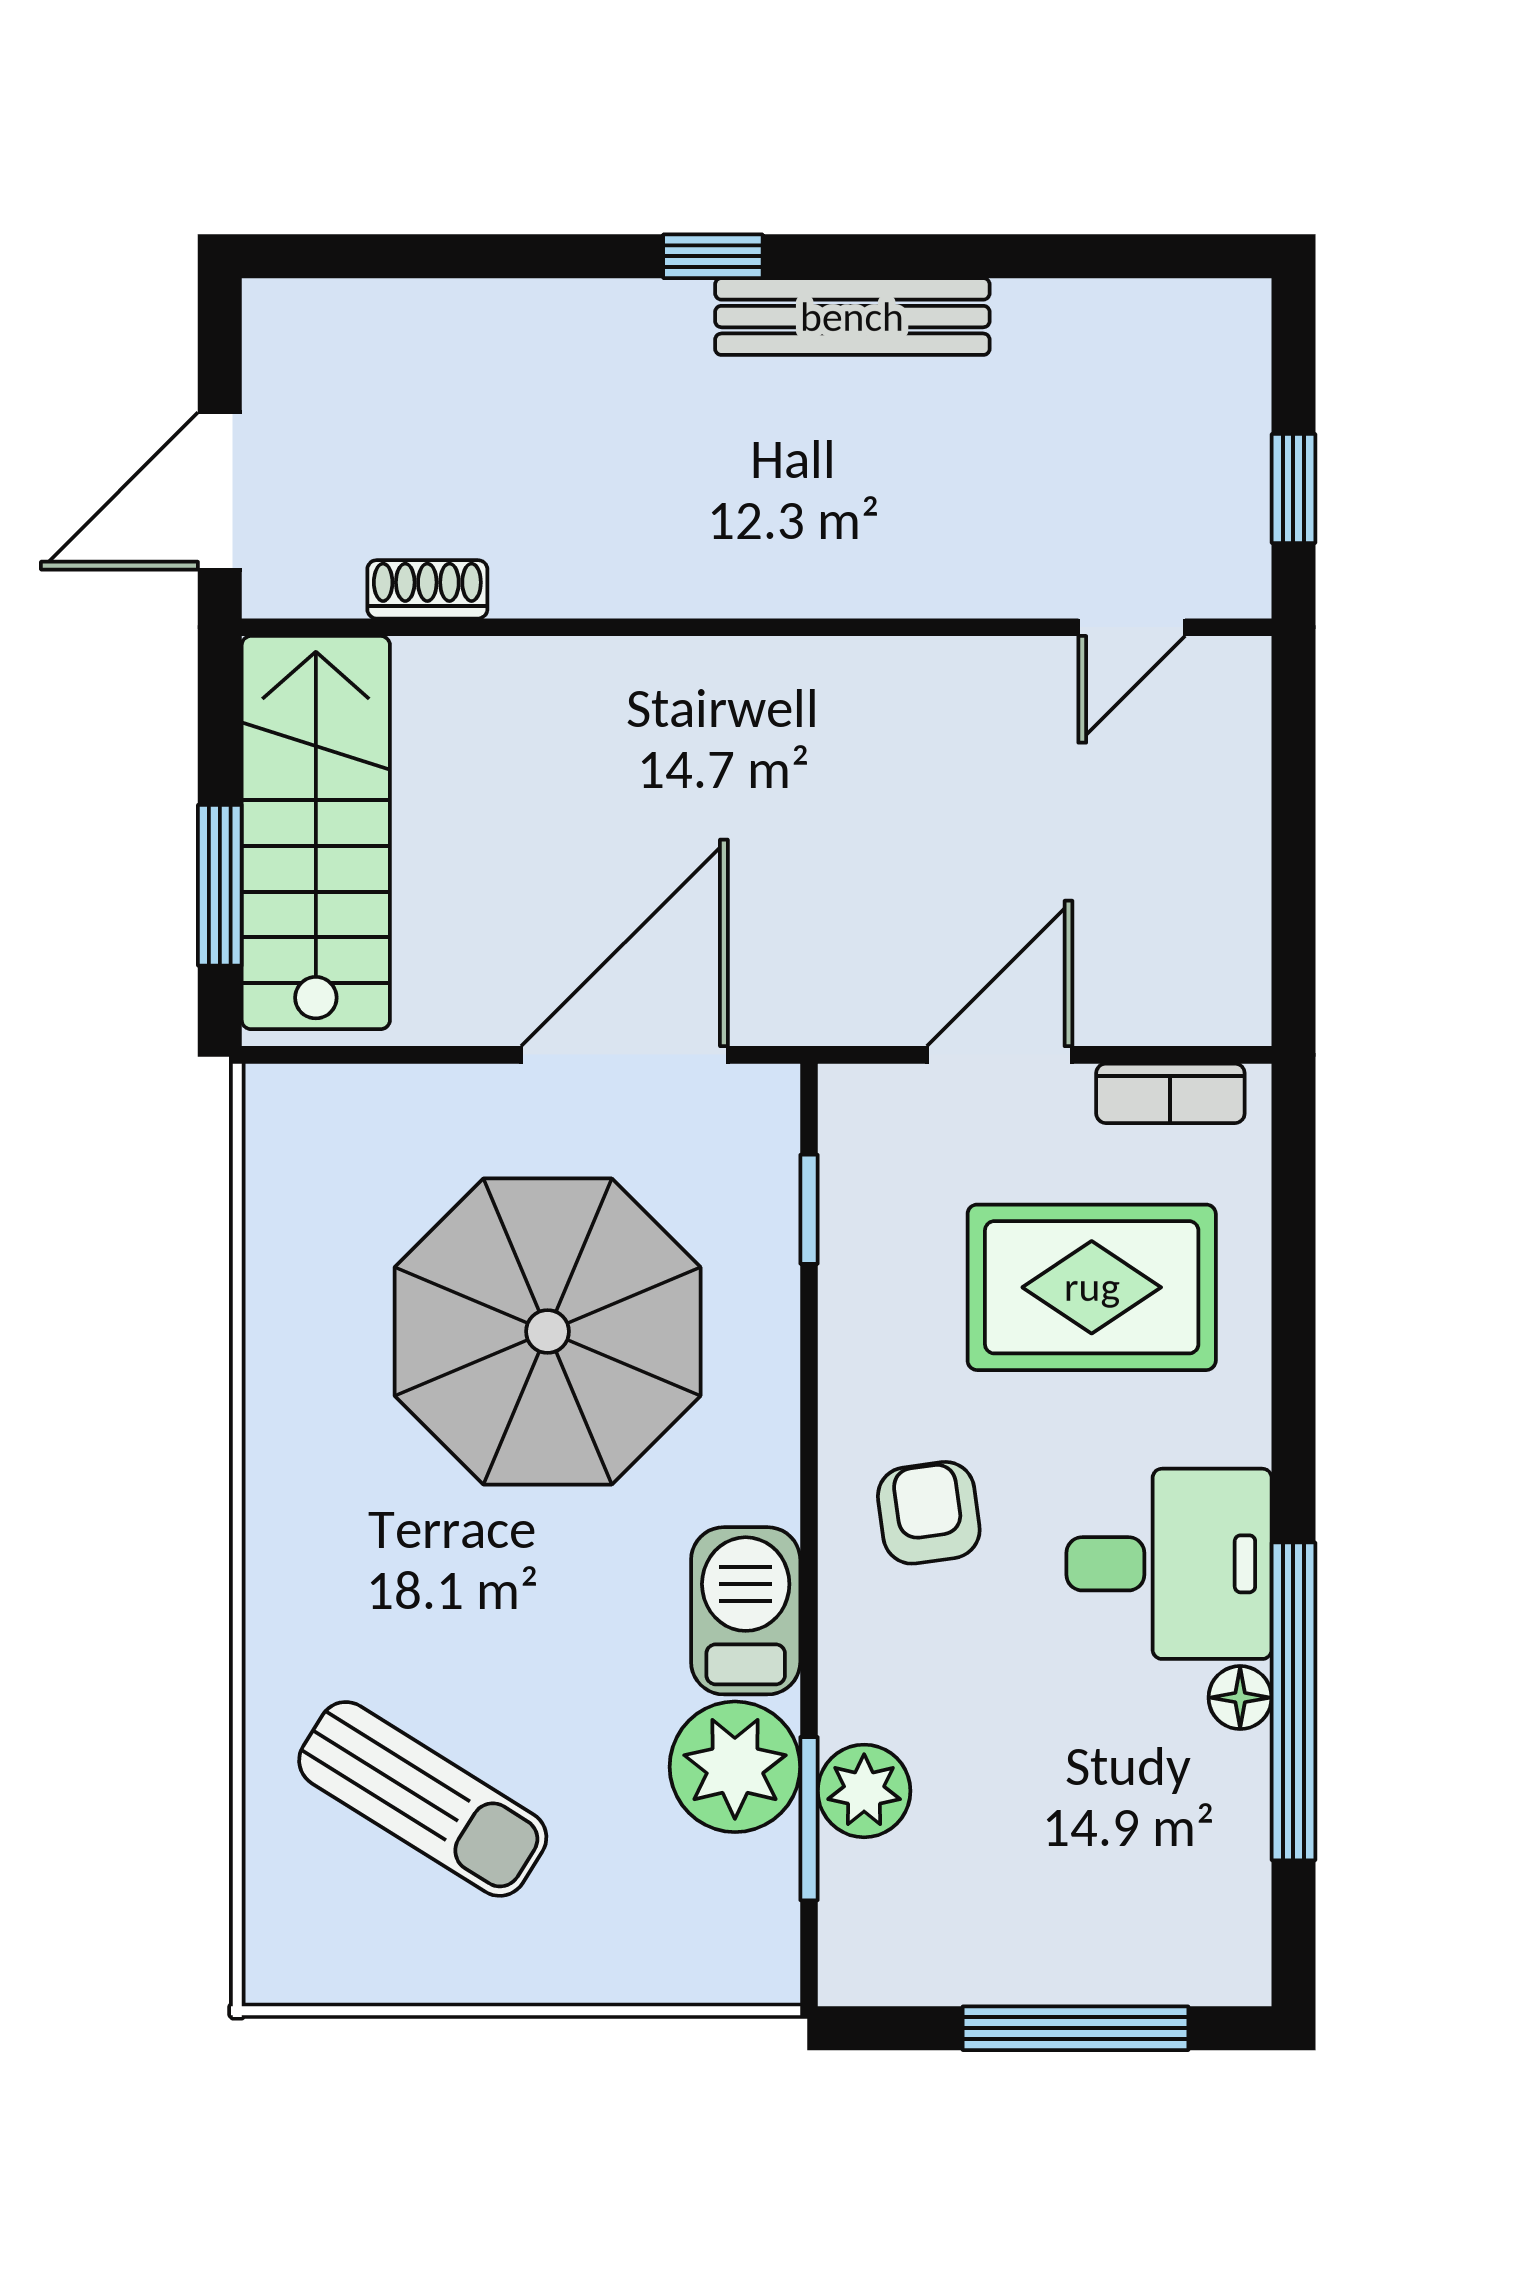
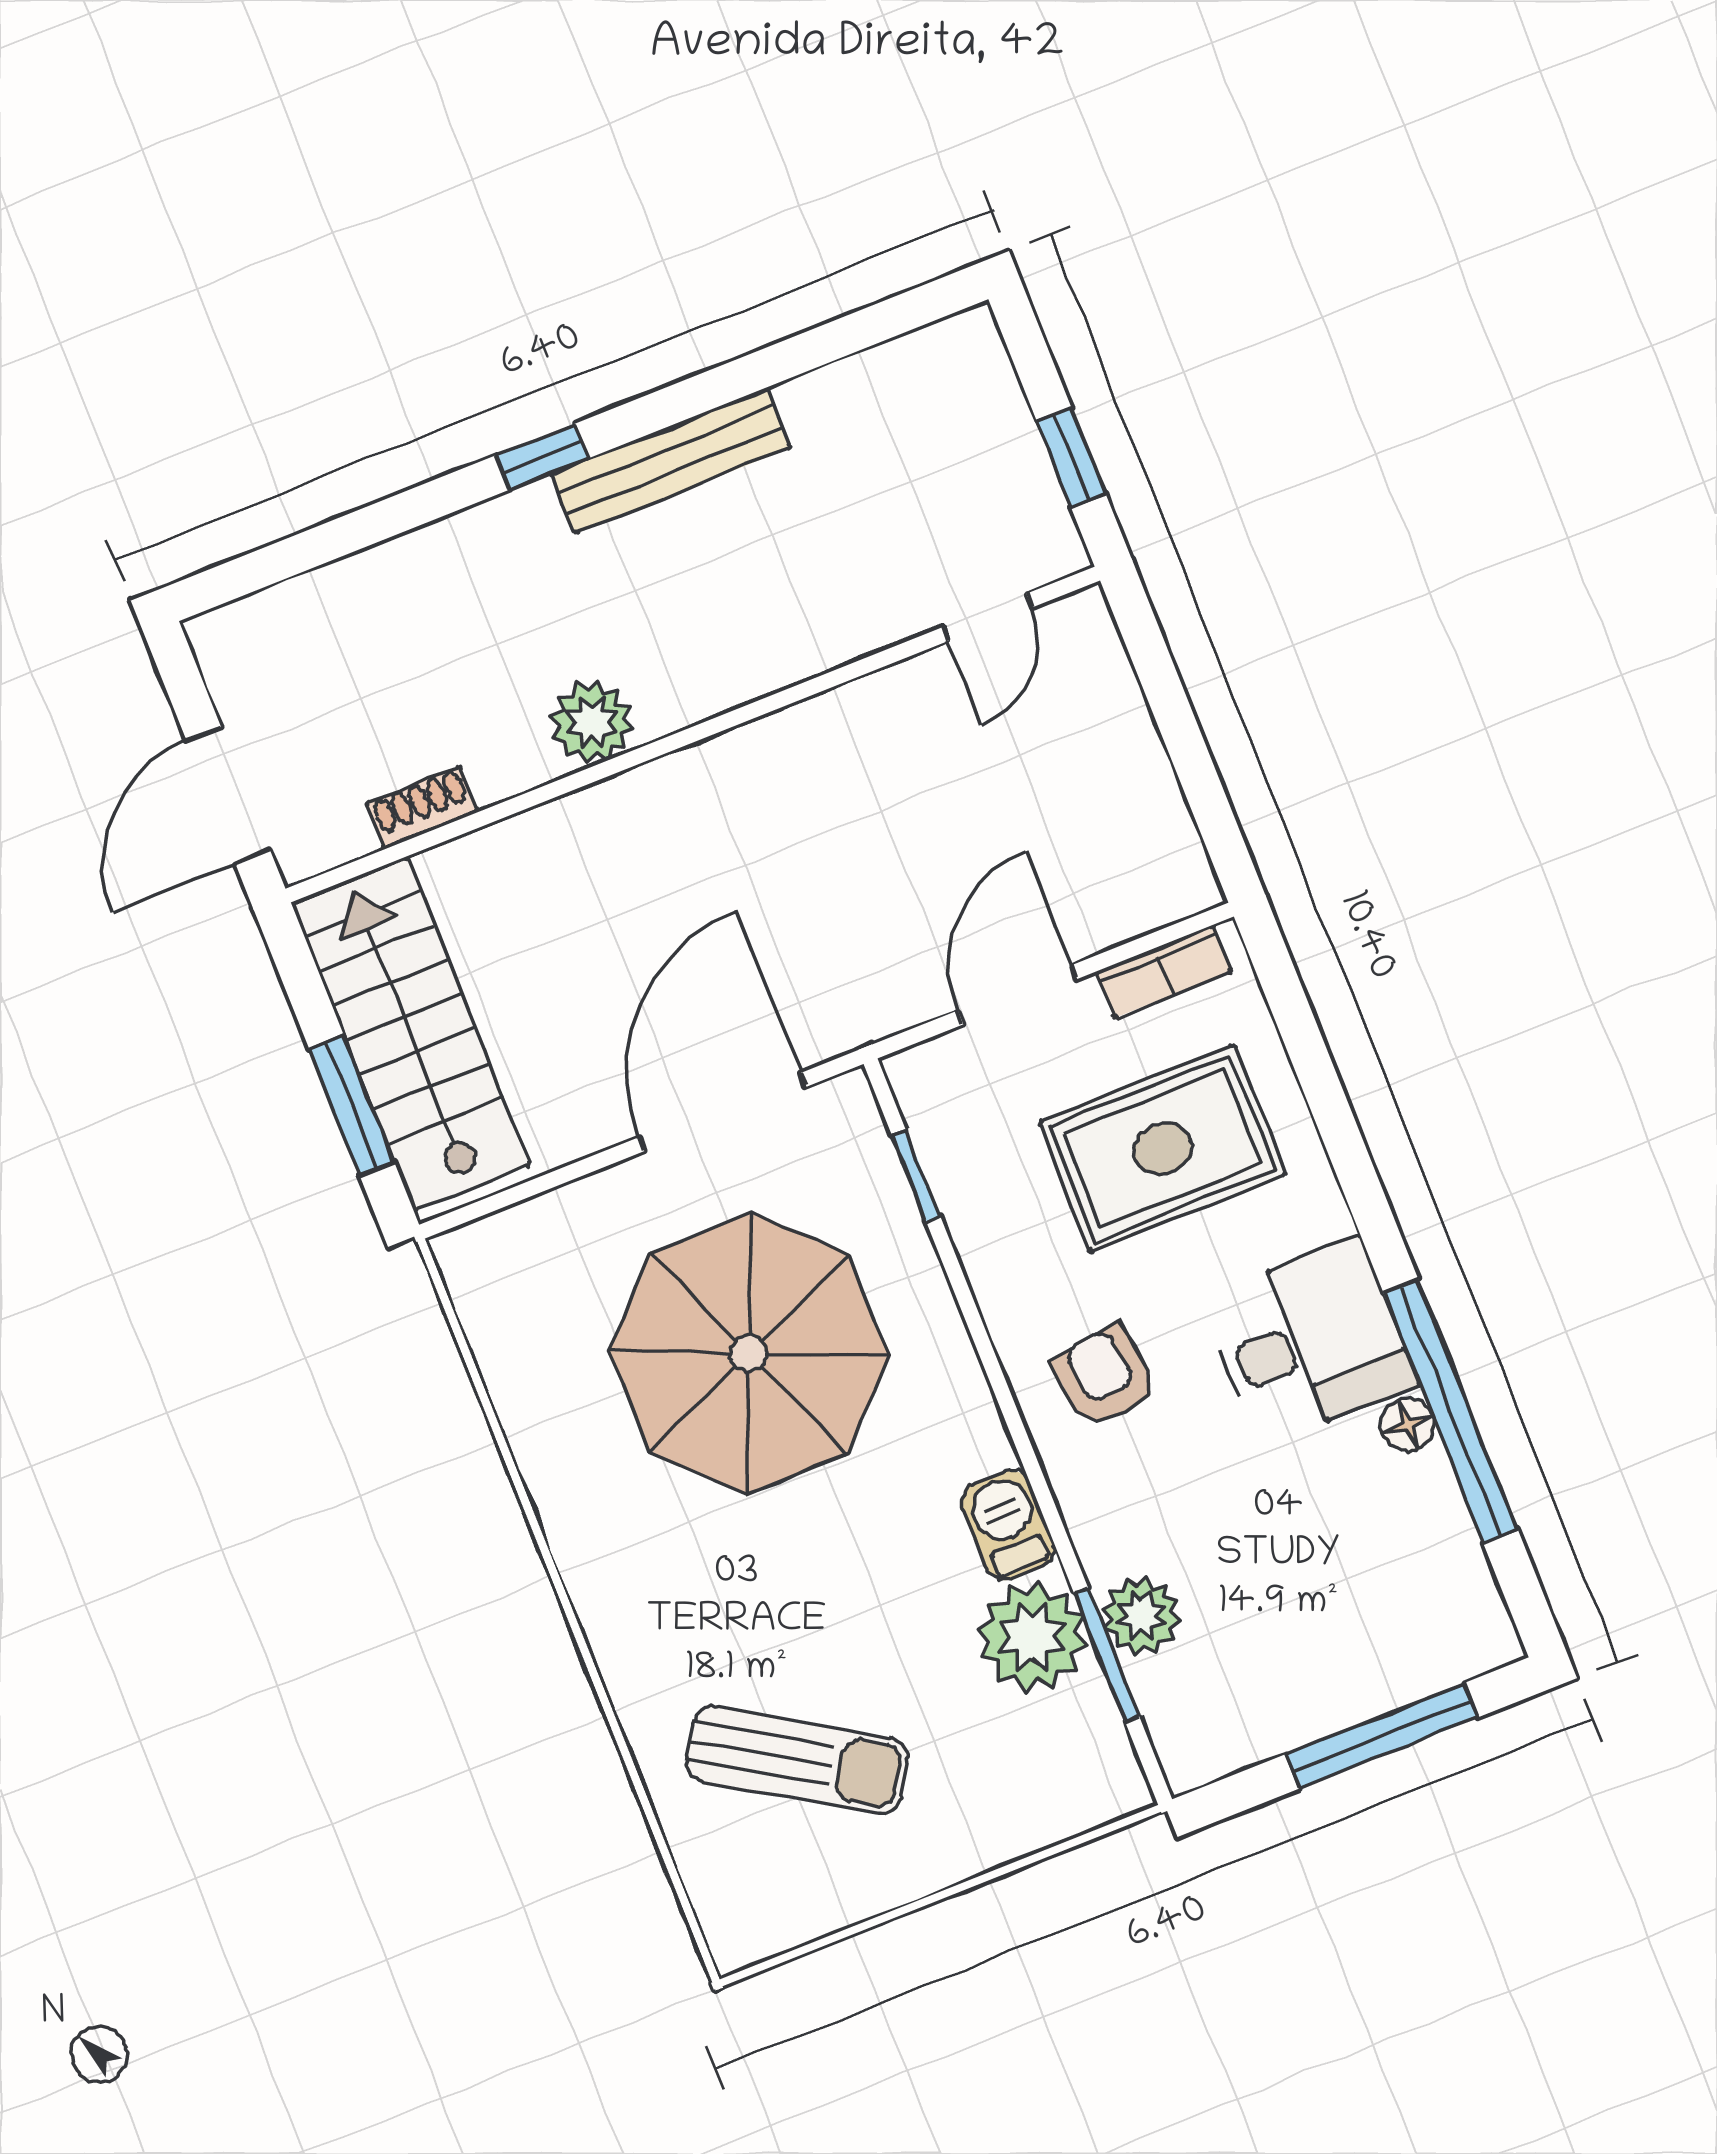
plant: (651, 570) -> (592, 722), added
barbecue: (746, 1611) -> (1008, 1525), width x0.73, depth x0.79

